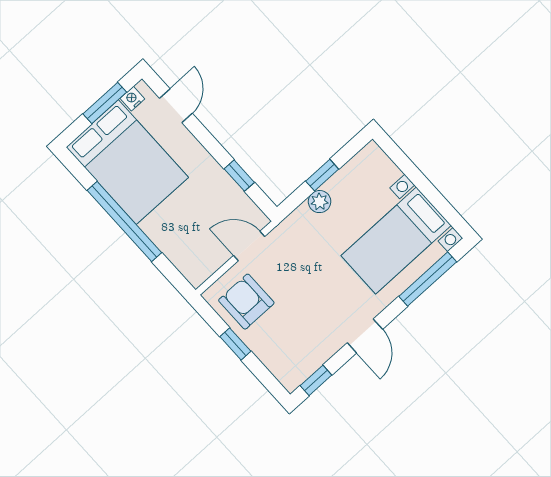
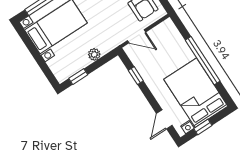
window: (105, 103) -> (203, 127), width x0.67
window: (322, 175) -> (78, 77), moved

